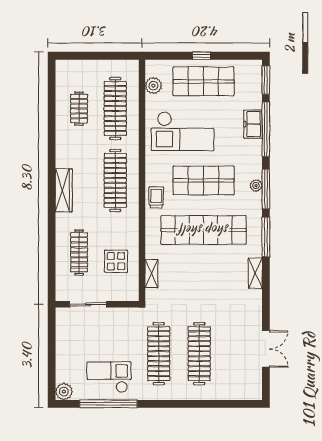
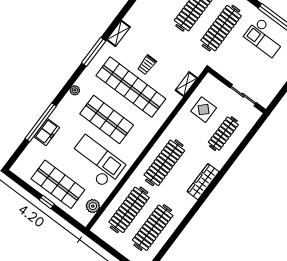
window: (266, 80) -> (17, 155), removed
clothes rail: (79, 109) -> (153, 228), width x1.86, depth x1.31
window: (266, 189) -> (70, 83), removed
trolley: (156, 197) -> (147, 65), moved

